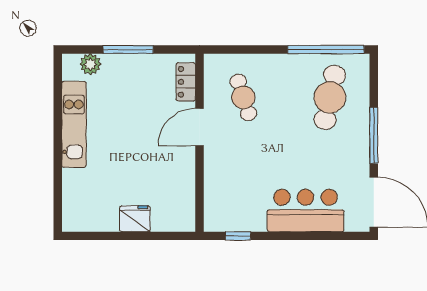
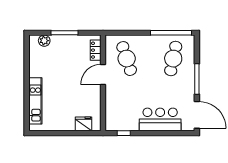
cafe table: (243, 97) -> (127, 59), width x1.37, depth x1.35
kitchen unit: (74, 124) -> (35, 101), moved
fridge: (135, 219) -> (83, 124), moved

